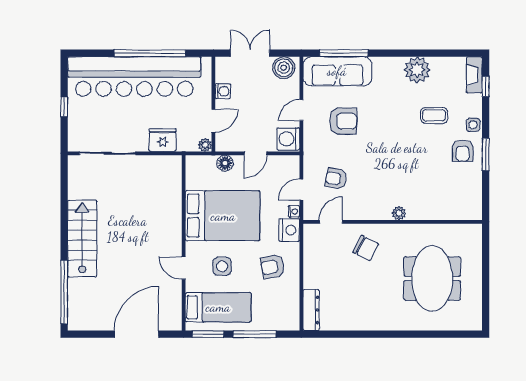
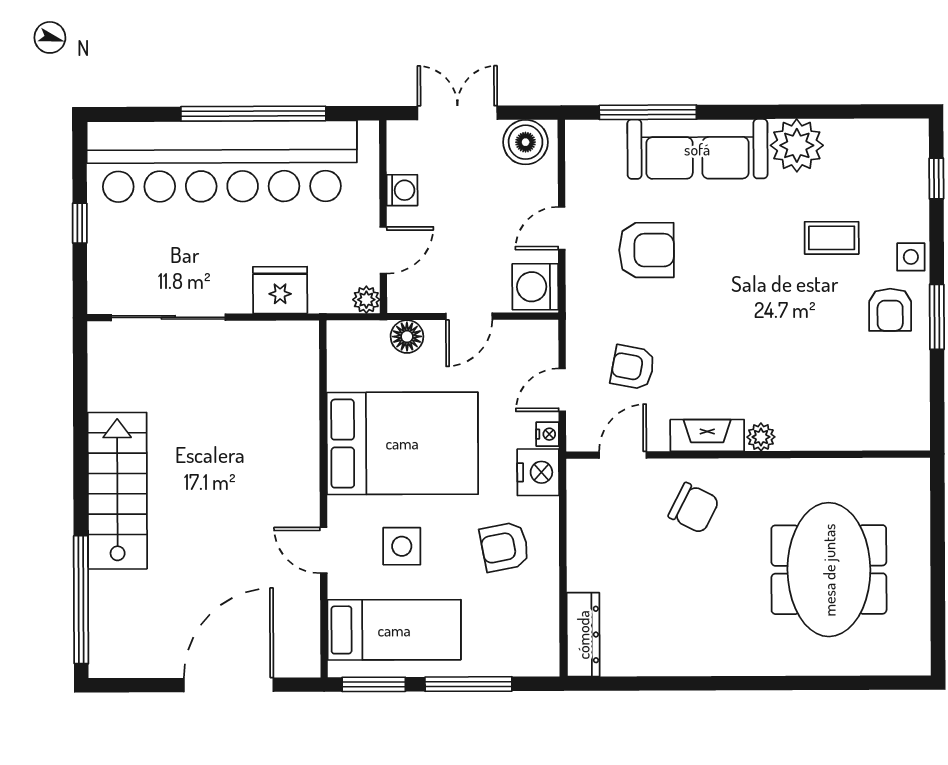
sofa: (337, 71) -> (697, 149), moved
fireplace: (474, 75) -> (707, 435), moved, turned 90

